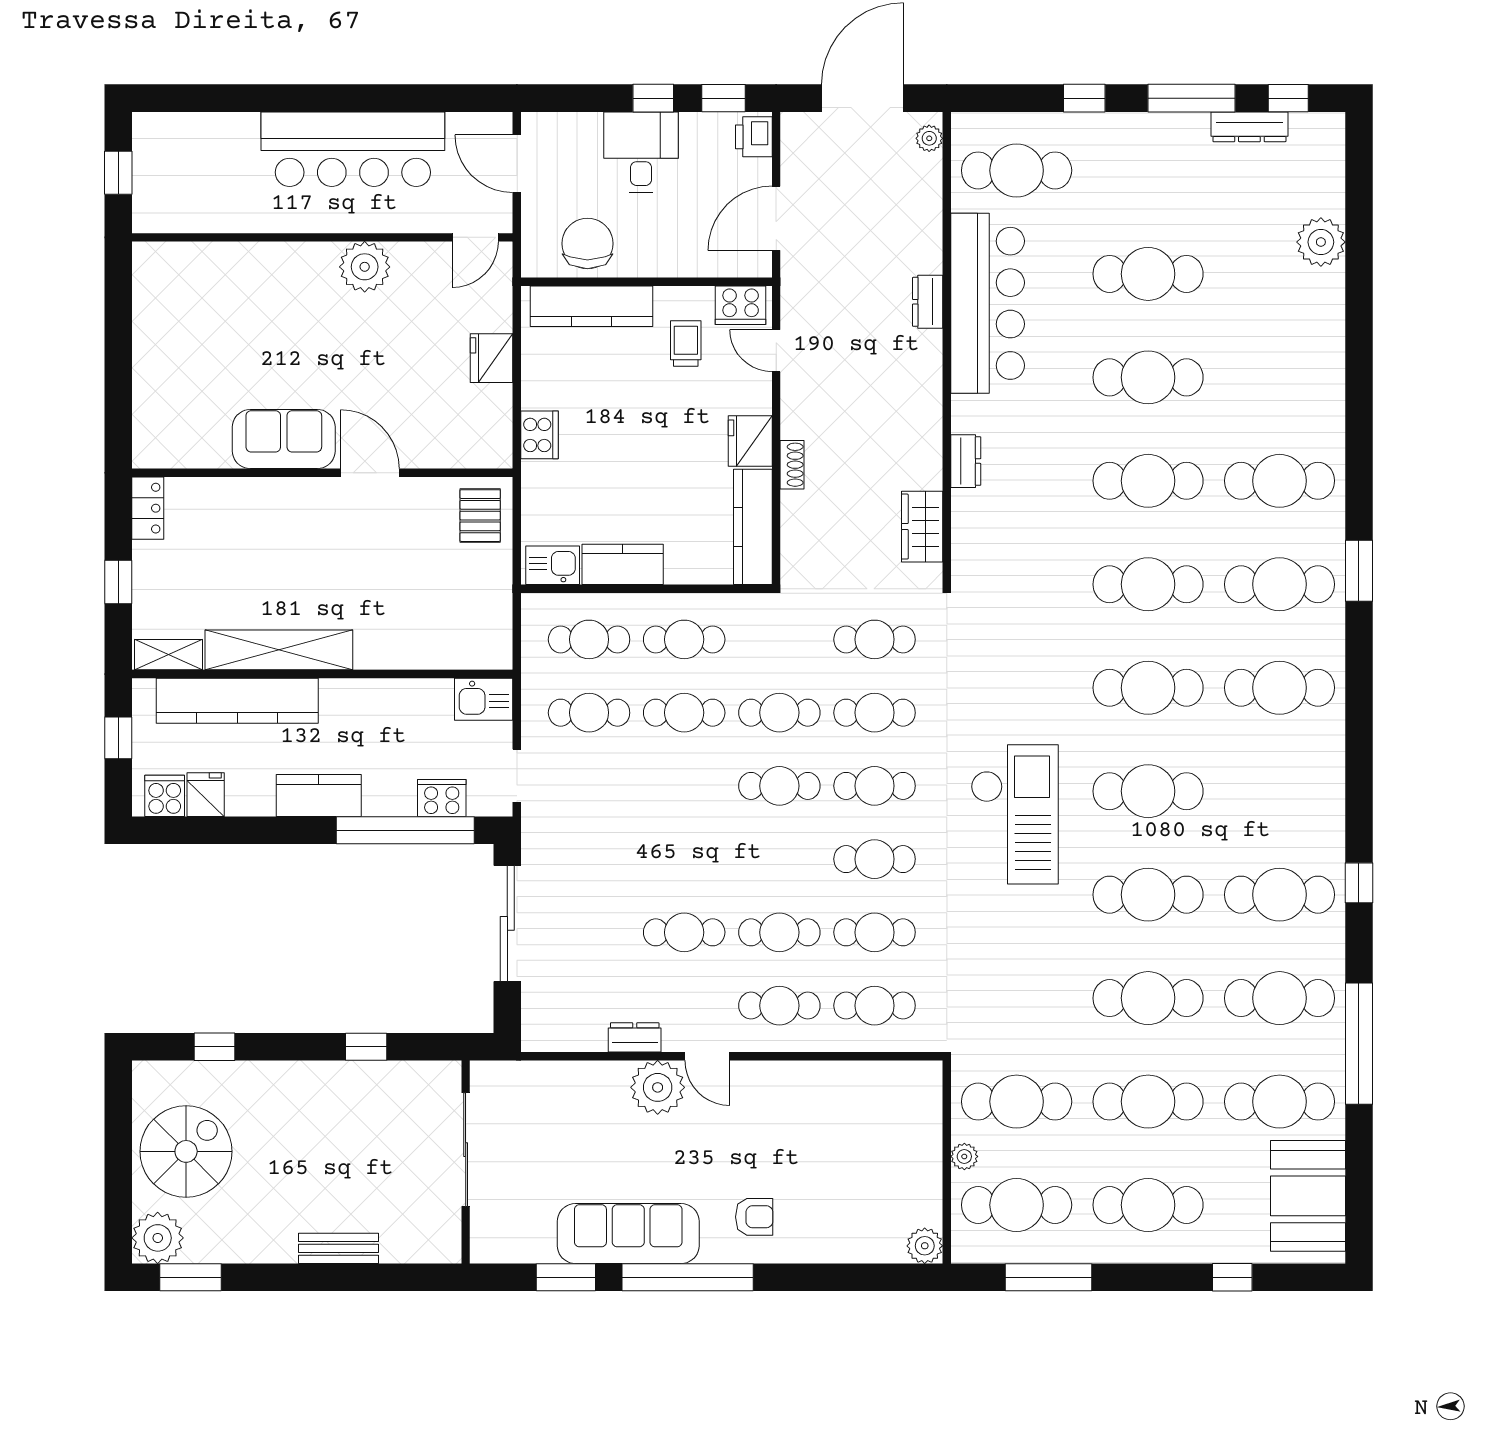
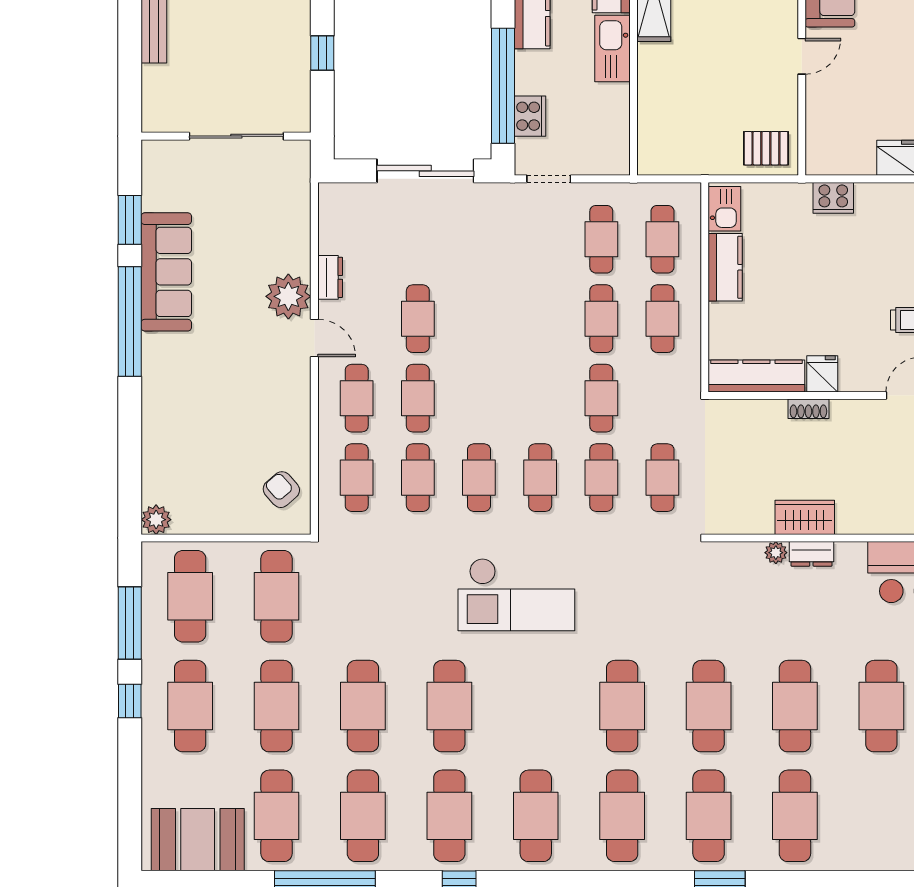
fridge: (750, 441) -> (822, 374), width x0.72
door: (370, 473) -> (802, 56), width x0.73
wardrobe: (922, 527) -> (805, 517), moved
kitchen sink: (484, 699) -> (613, 49), moved, width x1.38
cafe table: (779, 786) -> (540, 398), removed
cafe table: (1148, 791) -> (536, 816), moved
door: (707, 1056) -> (314, 338), swing flipped
plant: (964, 1156) -> (776, 553), moved
armchair: (754, 1217) -> (281, 490), moved, turned 139
window: (1232, 1277) -> (130, 701), moved

